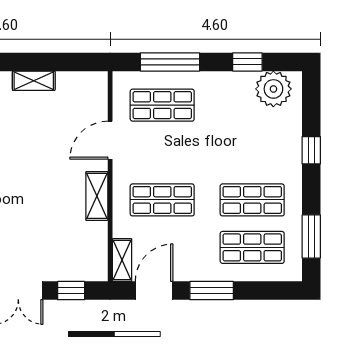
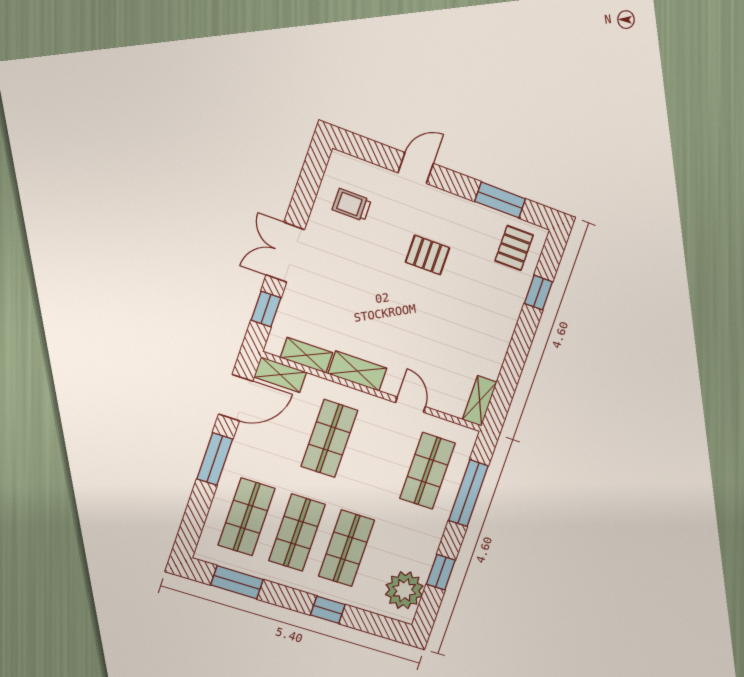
shelving: (34, 81) -> (480, 401), moved
door: (110, 140) -> (410, 405), width x0.73
shop shelf: (252, 153) -> (347, 548), added
shelving: (98, 244) -> (307, 355), added
door: (154, 291) -> (236, 398), hinge flipped

